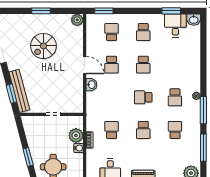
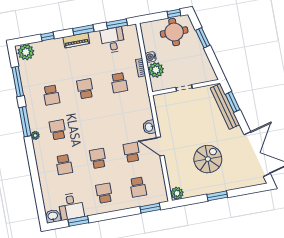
school desk: (143, 97) -> (64, 165), moved, turned 90

